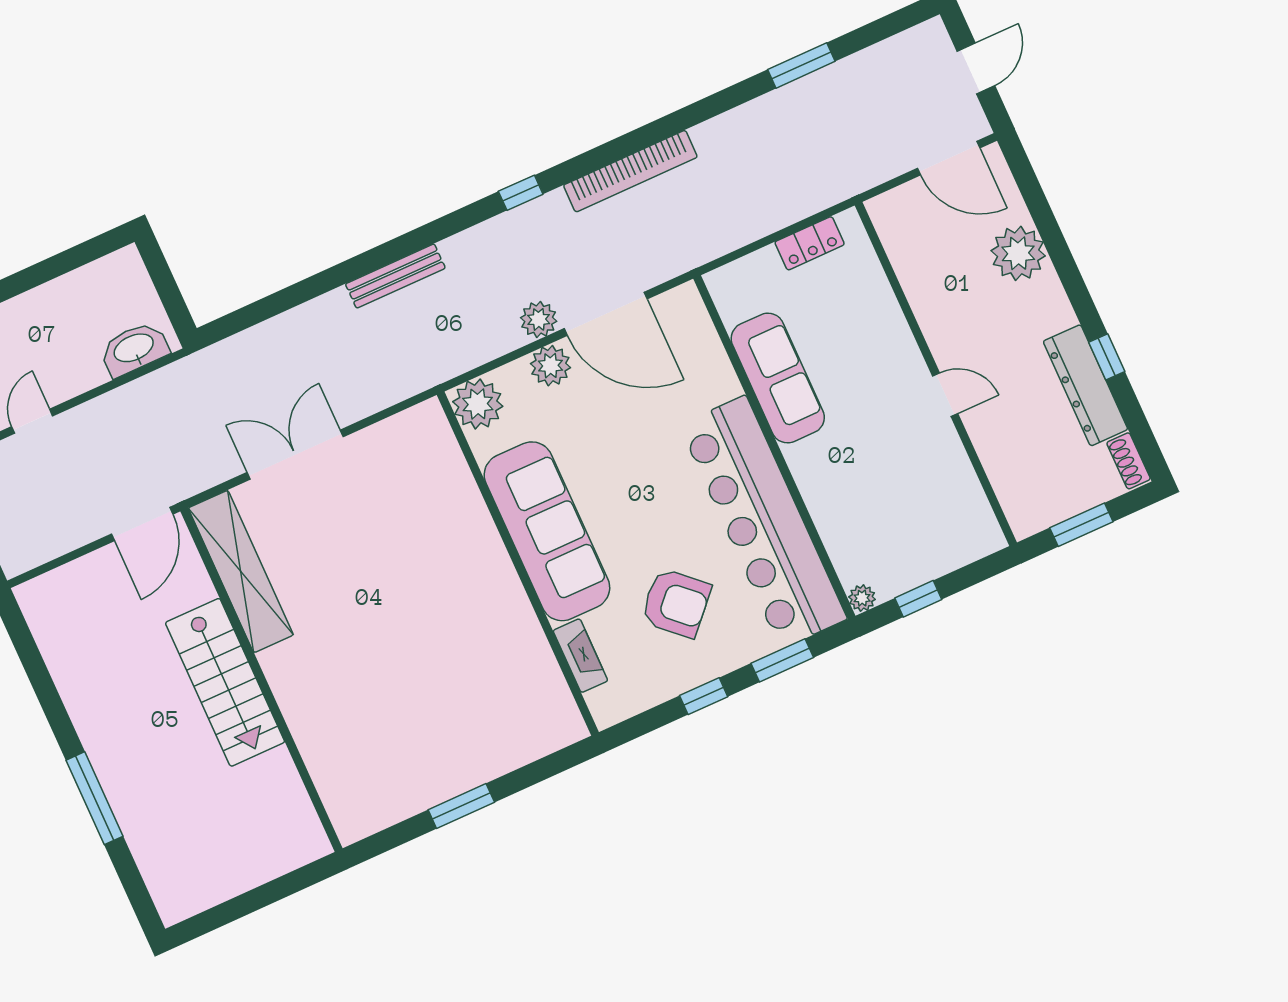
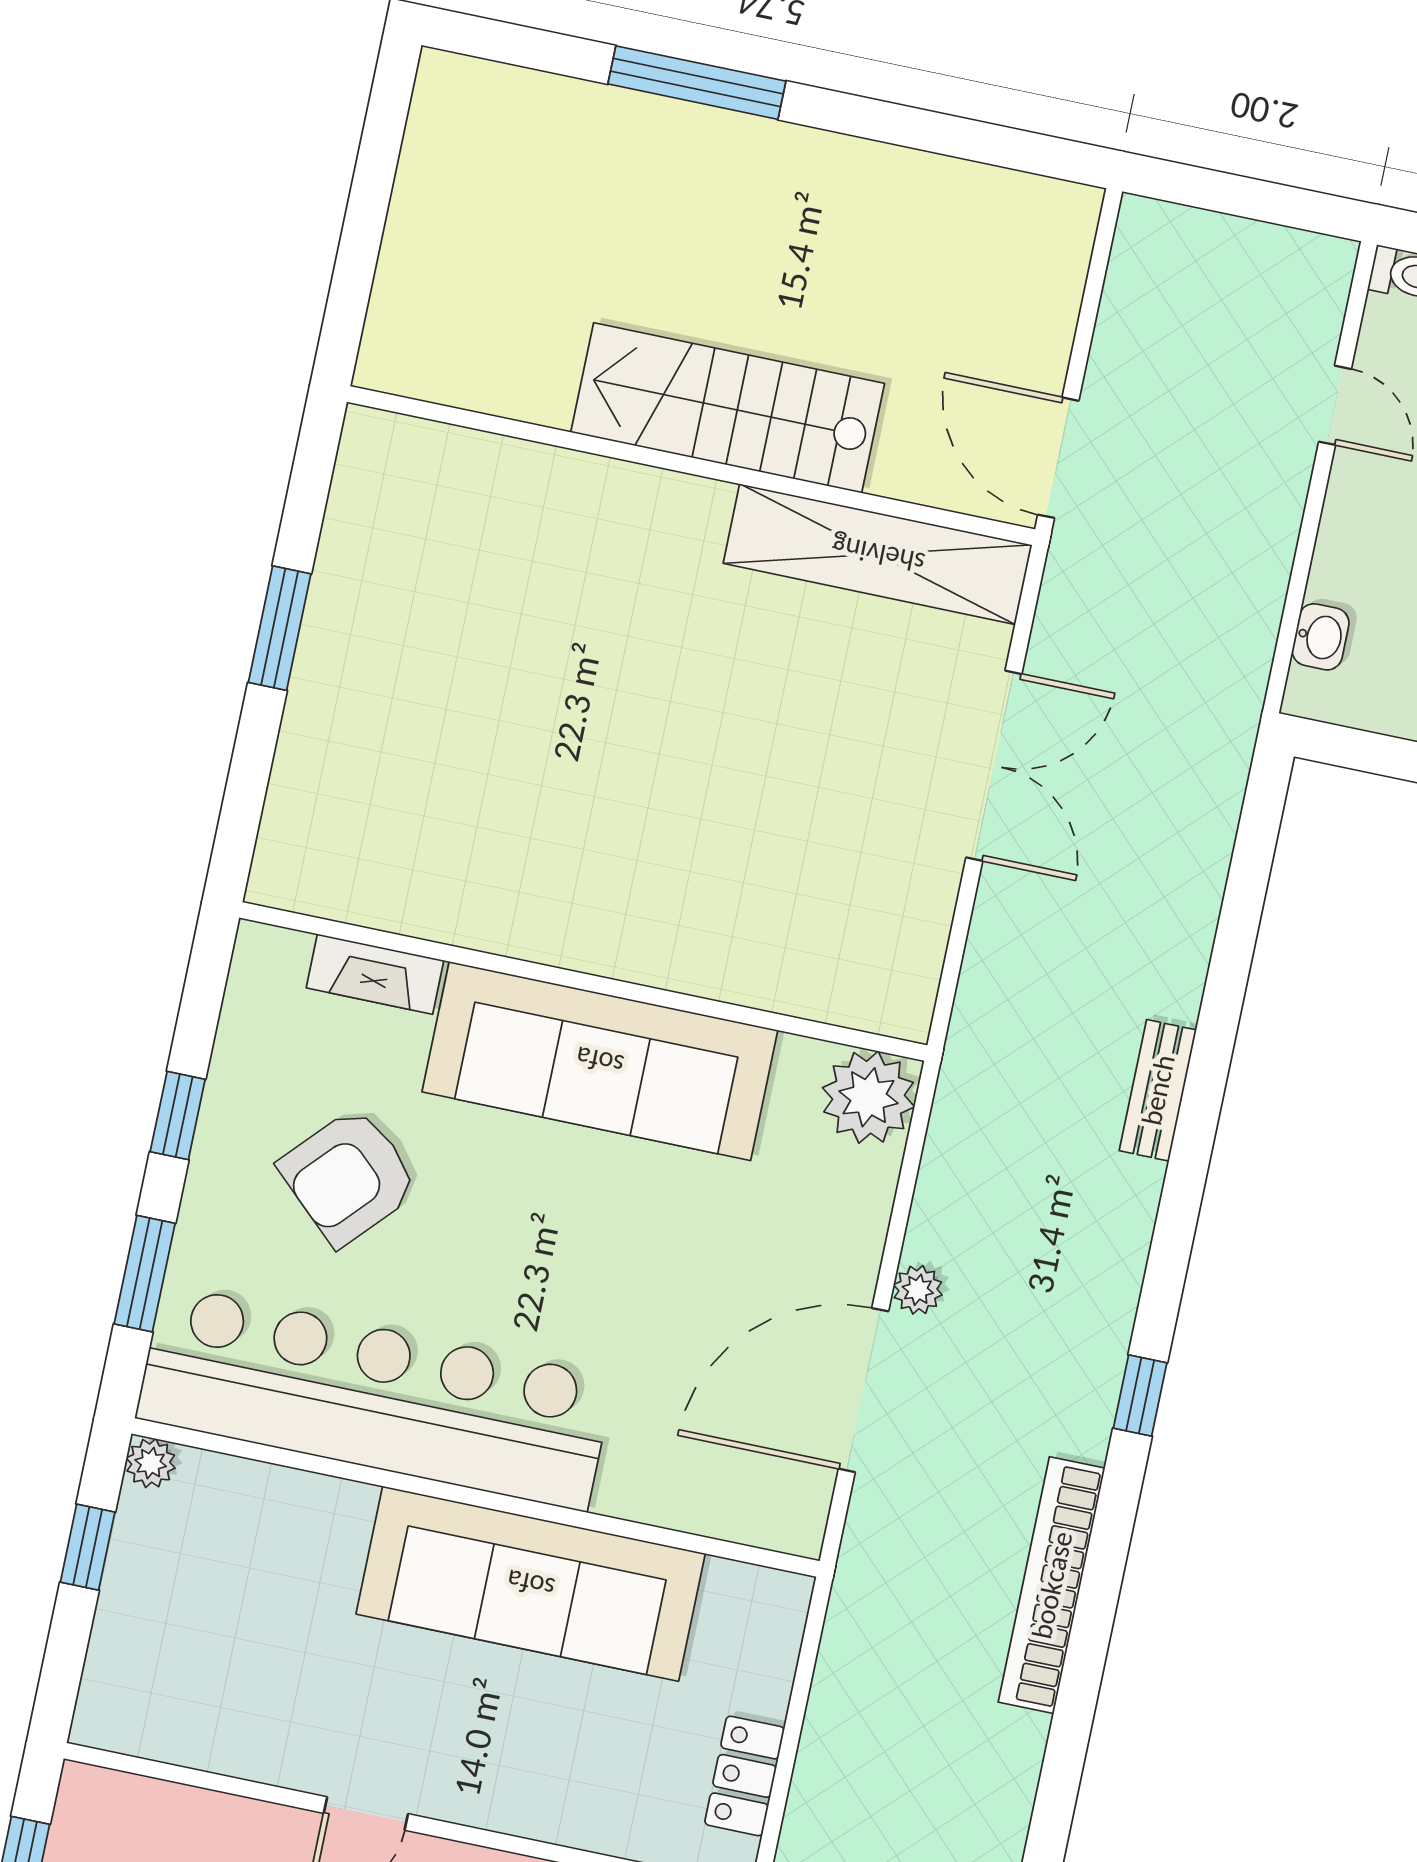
bench: (395, 276) -> (1158, 1090), width x0.73
plant: (539, 319) -> (918, 1290), width x0.73, depth x0.73
washbasin: (134, 349) -> (1321, 637), width x0.52, depth x0.69
plant: (550, 366) -> (846, 1249), removed
sofa: (778, 378) -> (531, 1584), width x1.36, depth x1.27

